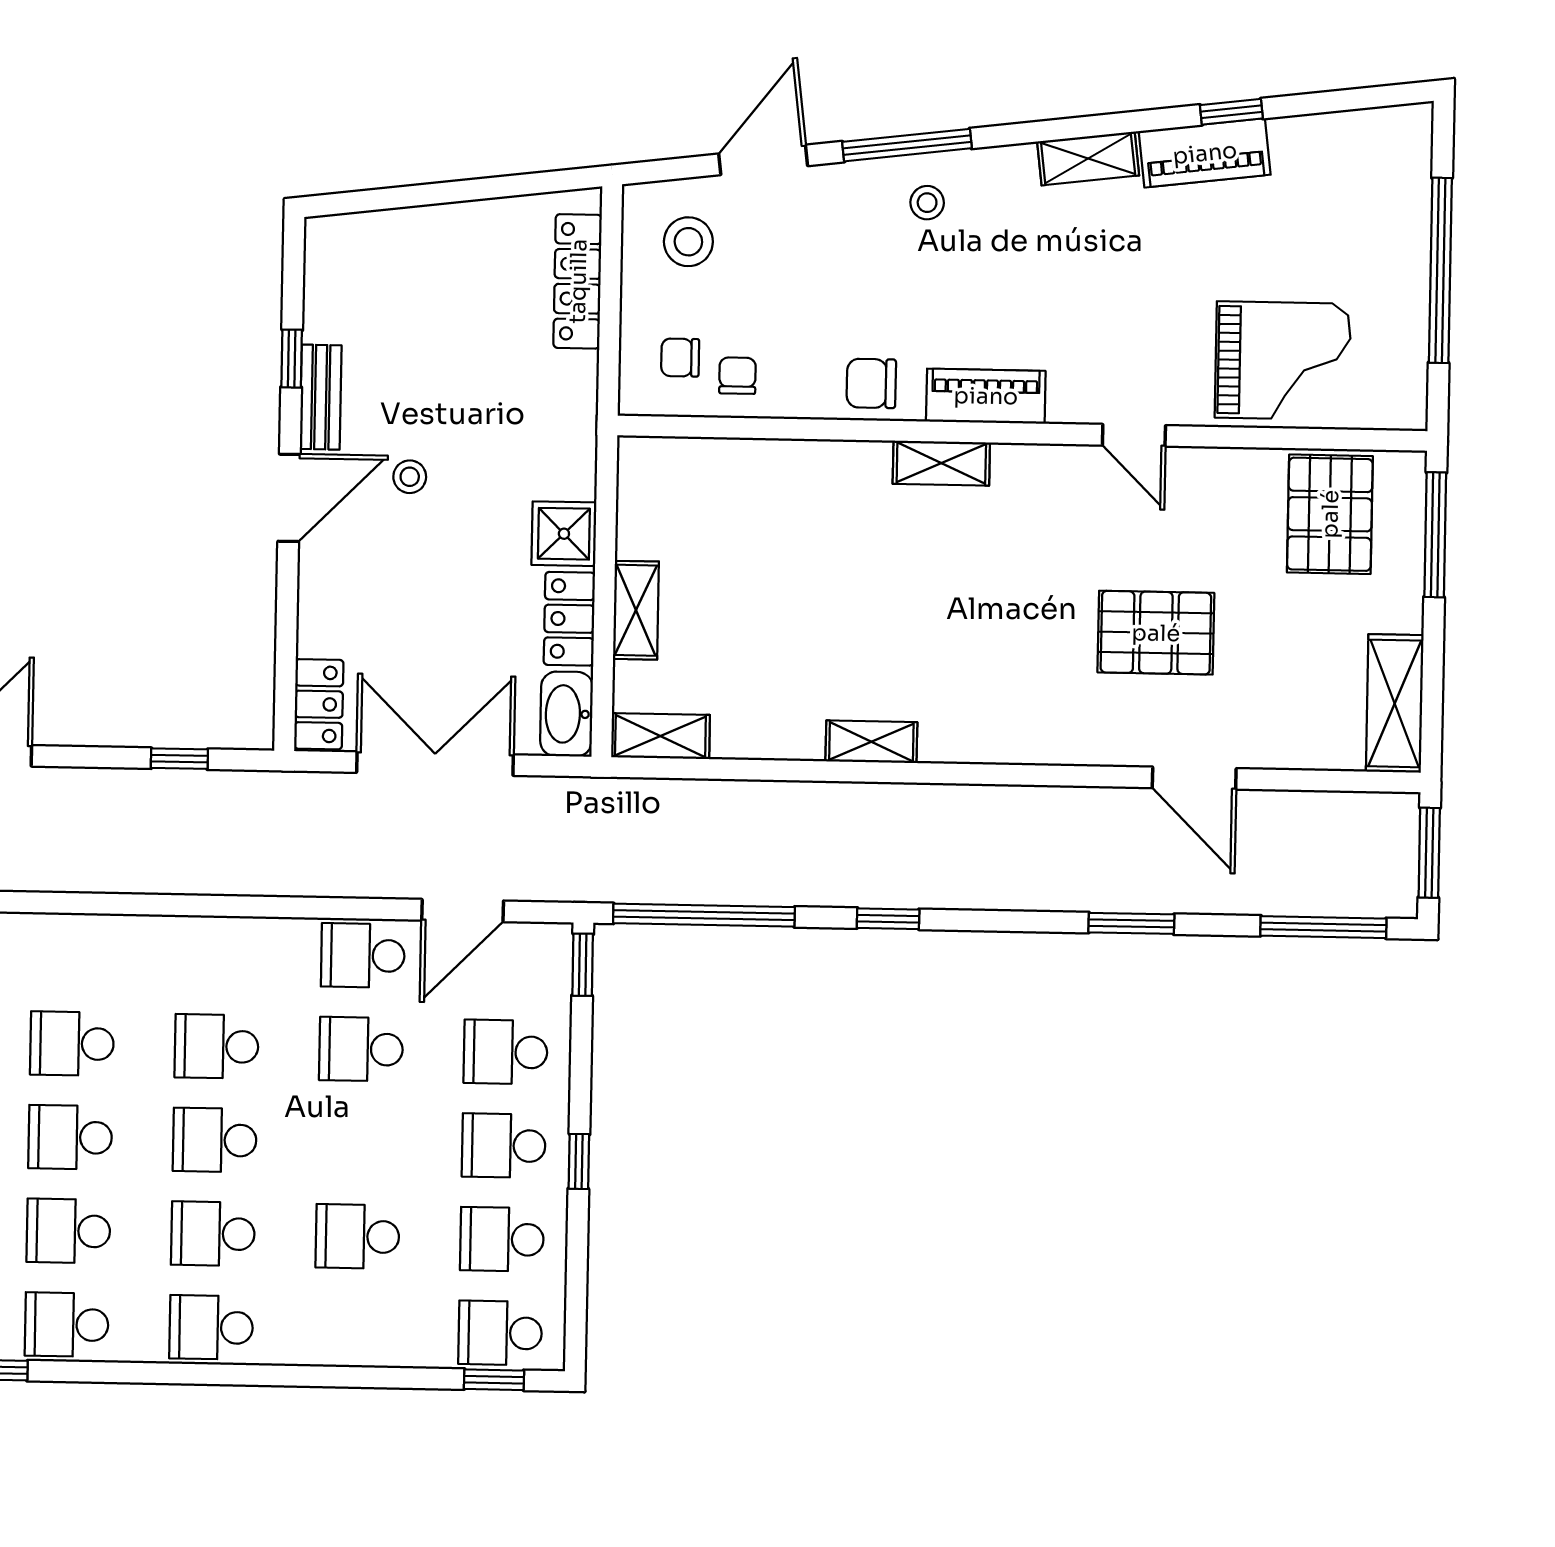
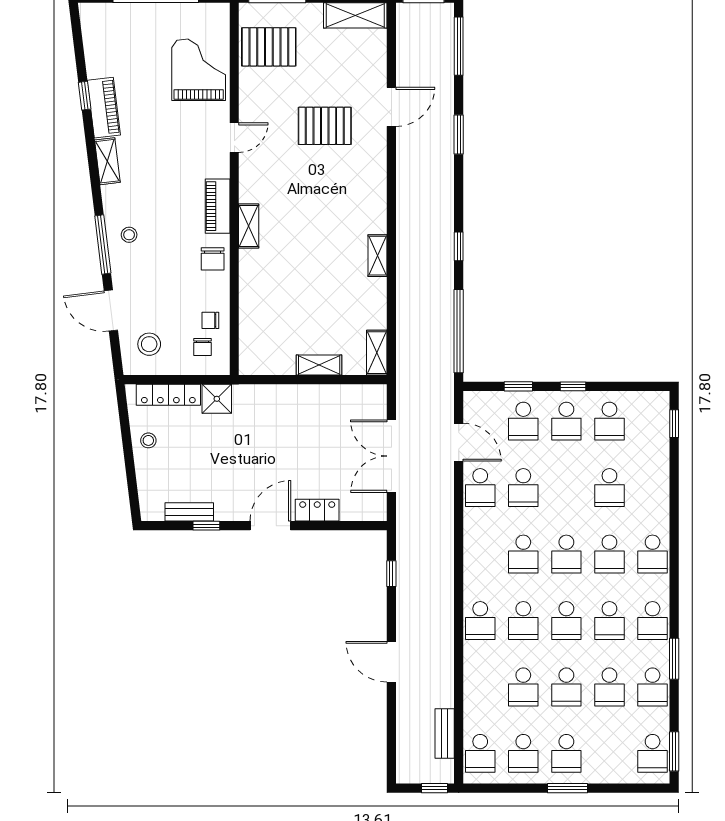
bench: (321, 397) -> (189, 512), moved
stool: (410, 477) -> (148, 440), moved
door: (289, 498) -> (270, 526), hinge flipped
shower: (564, 534) -> (217, 399), moved
locker: (569, 619) -> (324, 396), removed
pallet: (1156, 633) -> (325, 126), turned 90
locker: (319, 704) -> (317, 510), moved
washbasin: (566, 714) -> (367, 396), removed
window: (583, 965) -> (518, 386), moved
school desk: (500, 1333) -> (480, 620), moved

